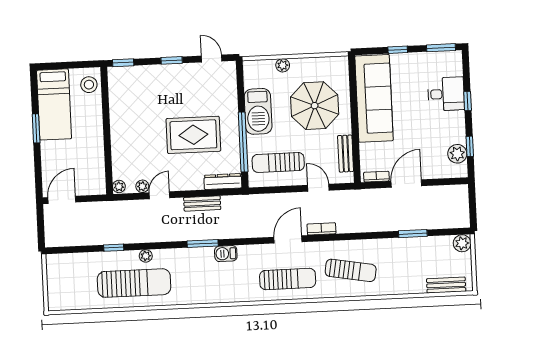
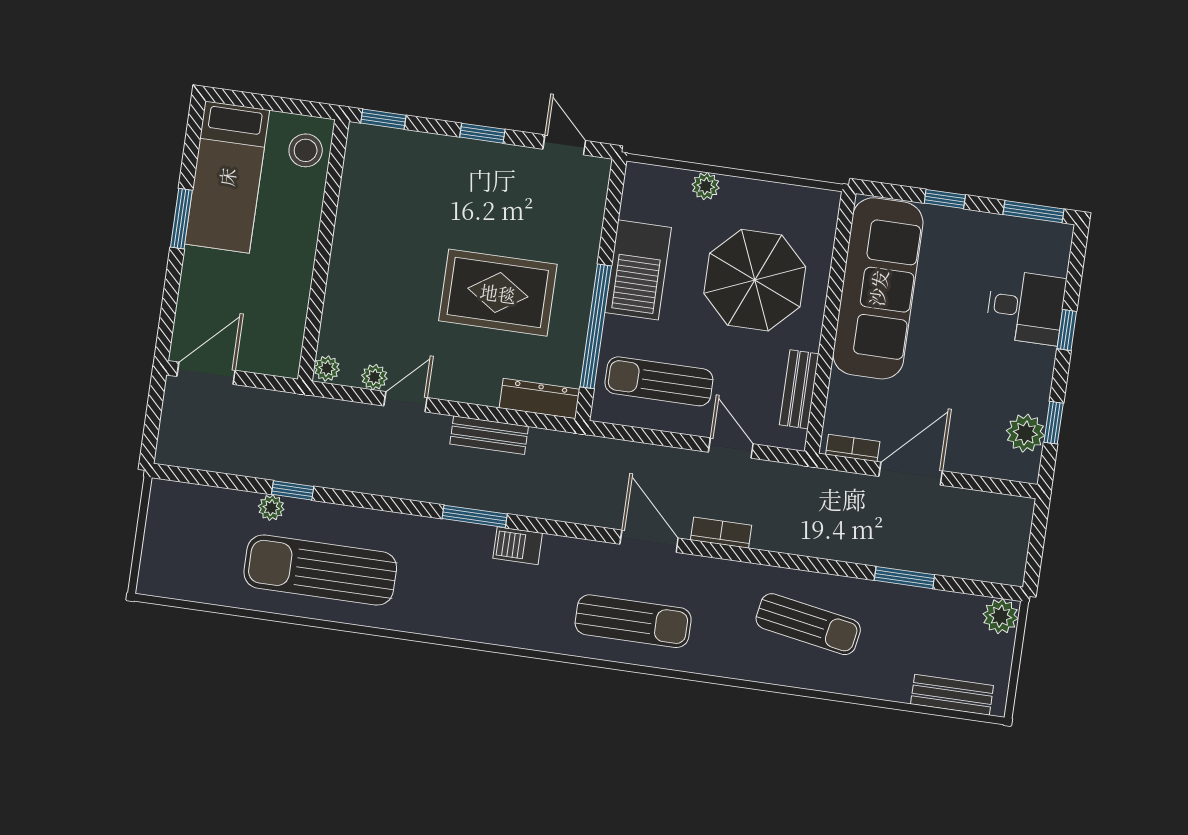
door: (288, 239) -> (649, 541), hinge flipped
plant: (146, 256) -> (271, 508), moved
sun lounger: (351, 270) -> (808, 624), moved
sun lounger: (134, 283) -> (320, 570), turned 180

